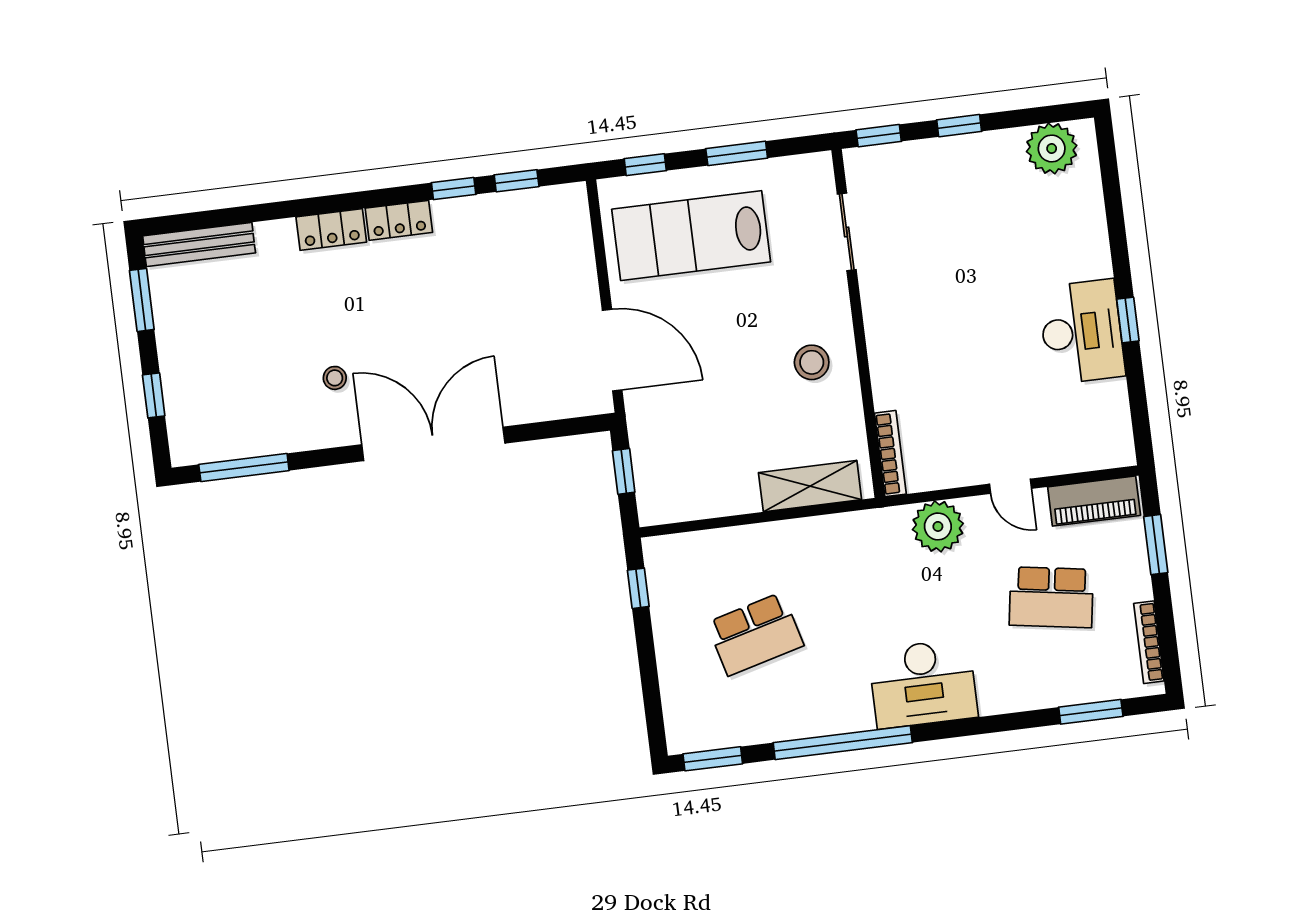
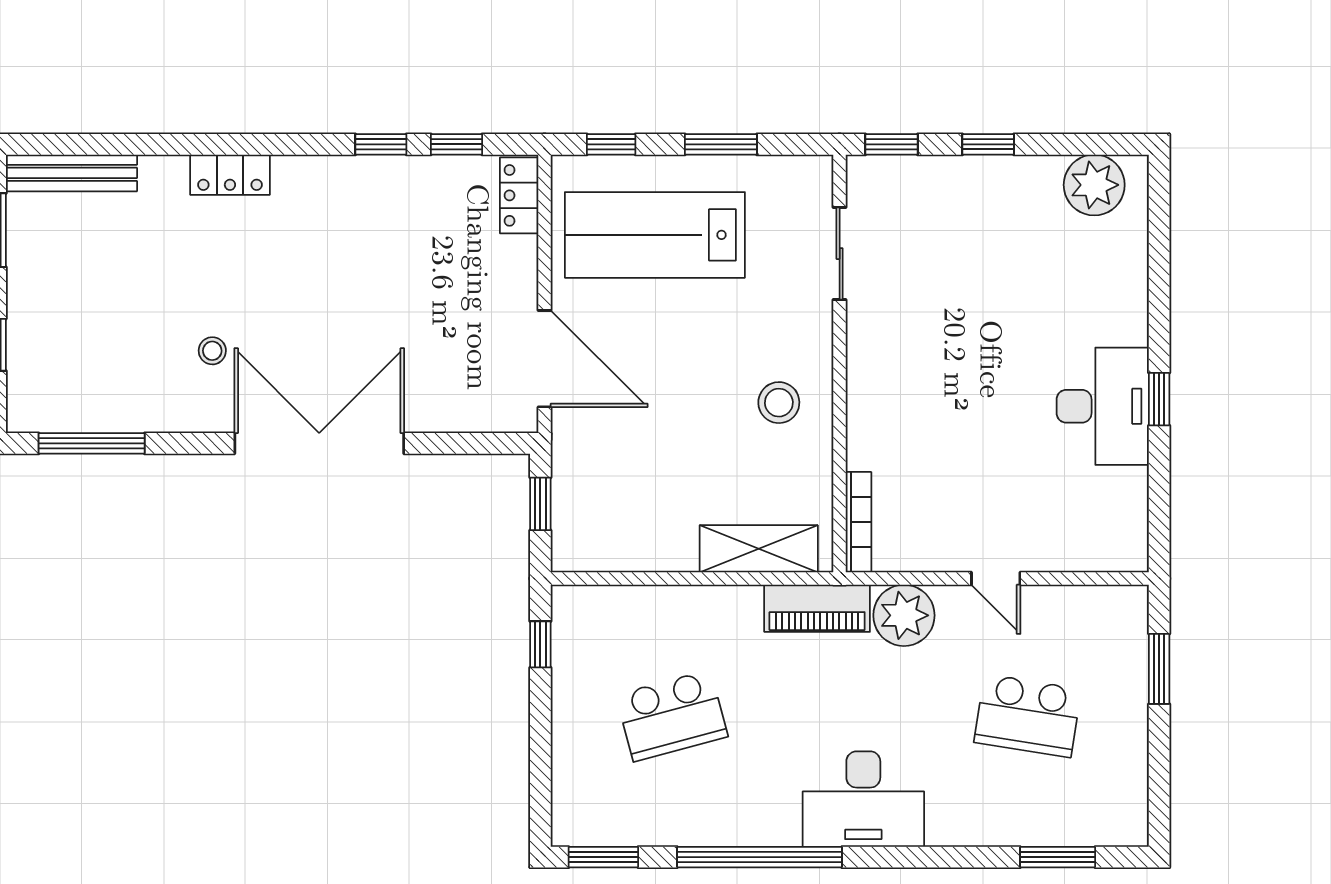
locker: (399, 220) -> (519, 195), moved, turned 90
piano: (1094, 501) -> (817, 608), moved
bookcase: (1149, 642) -> (1137, 783), removed

